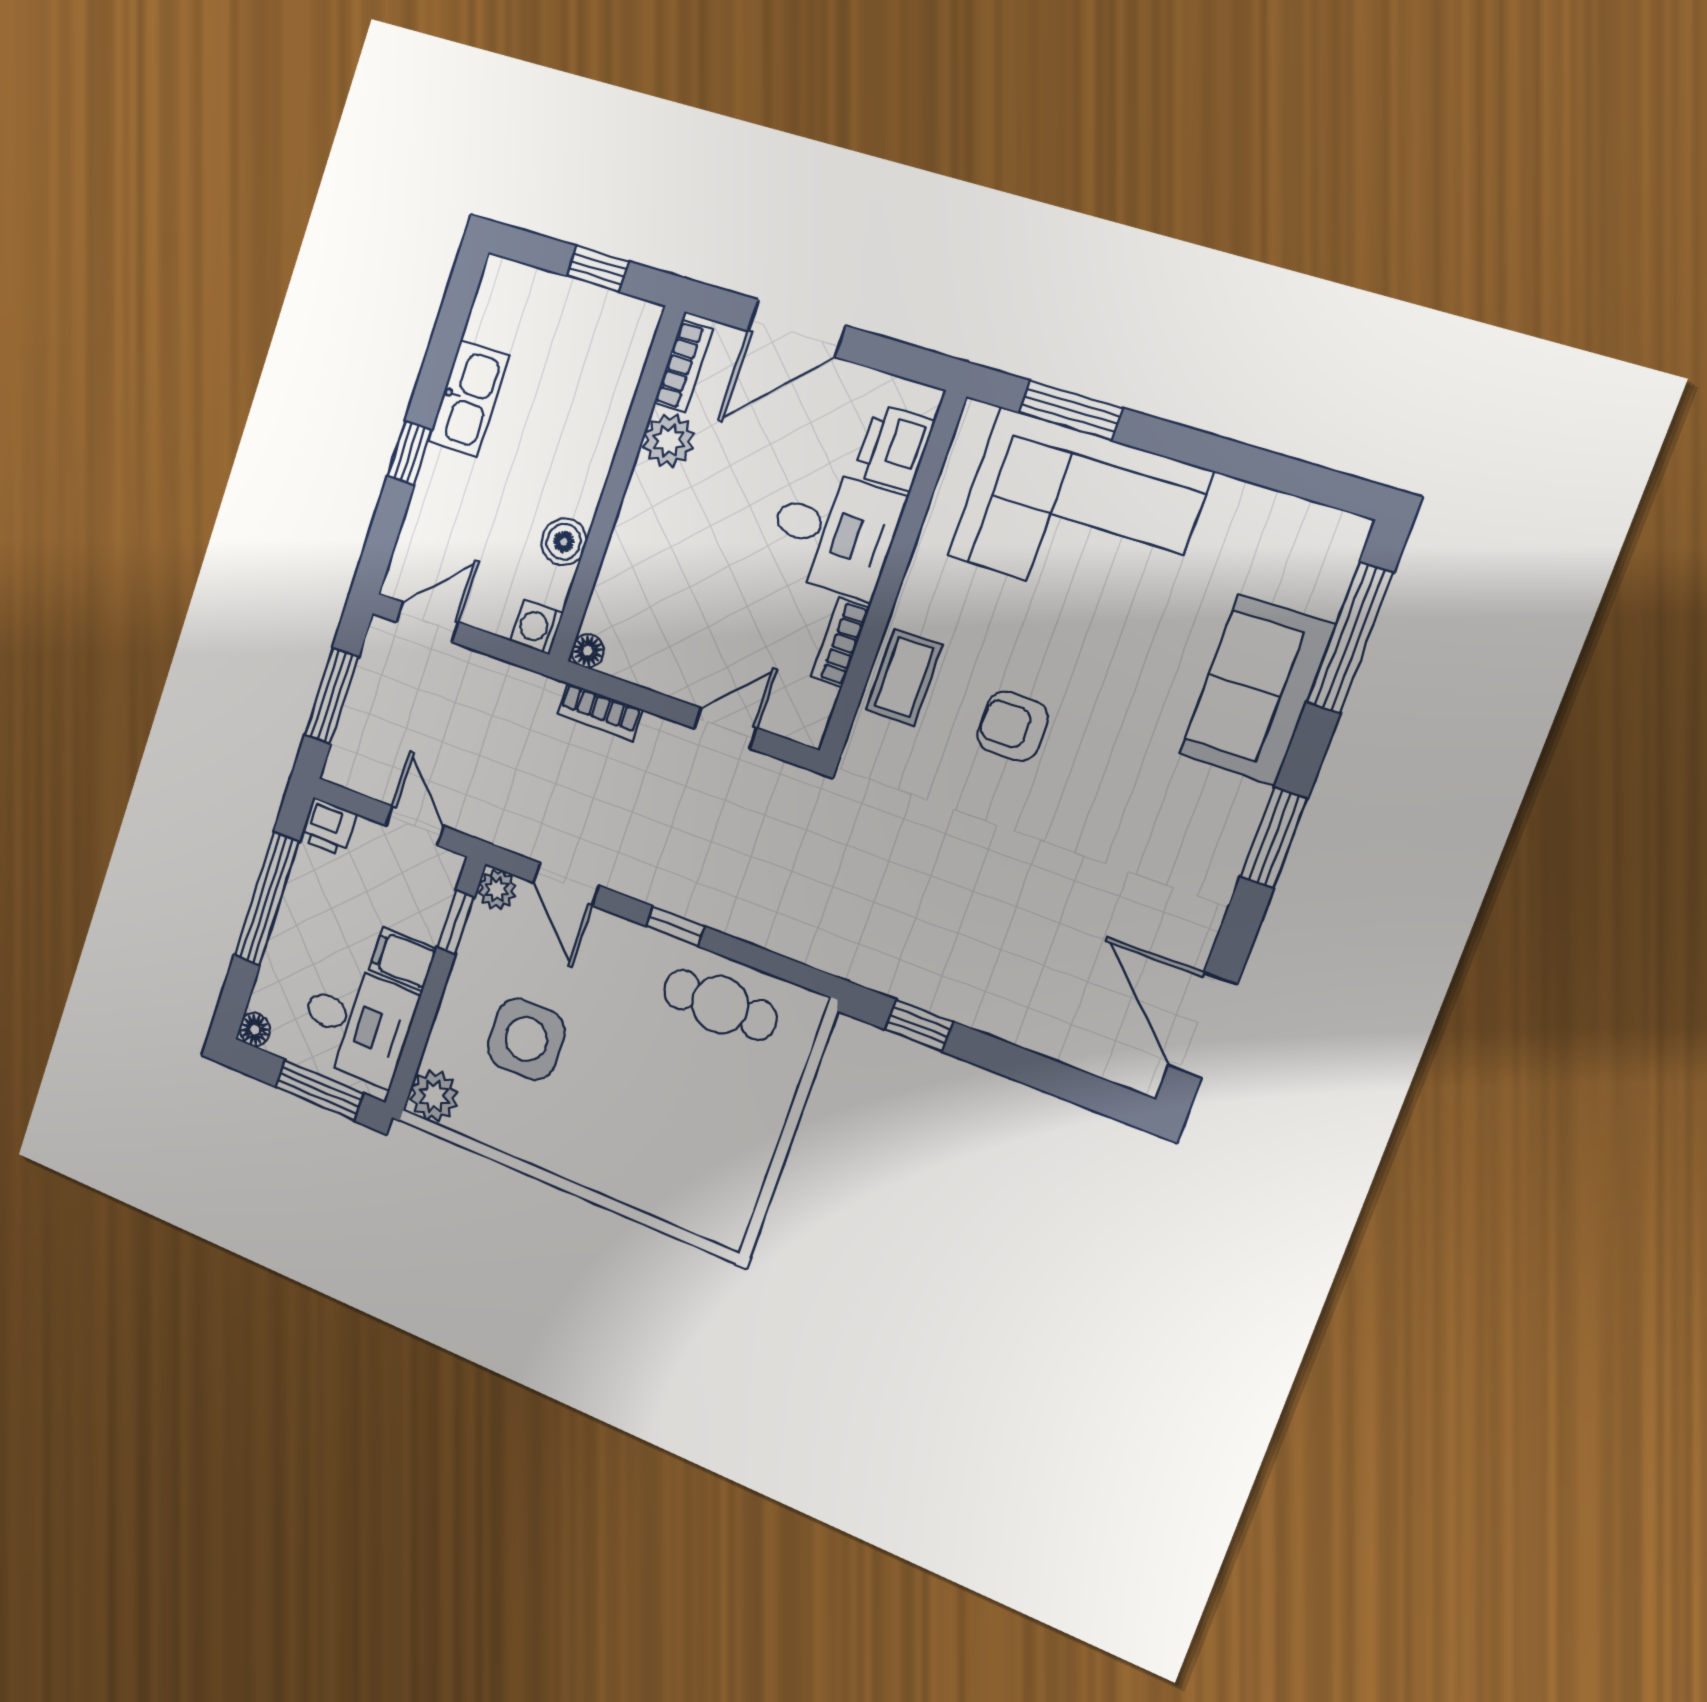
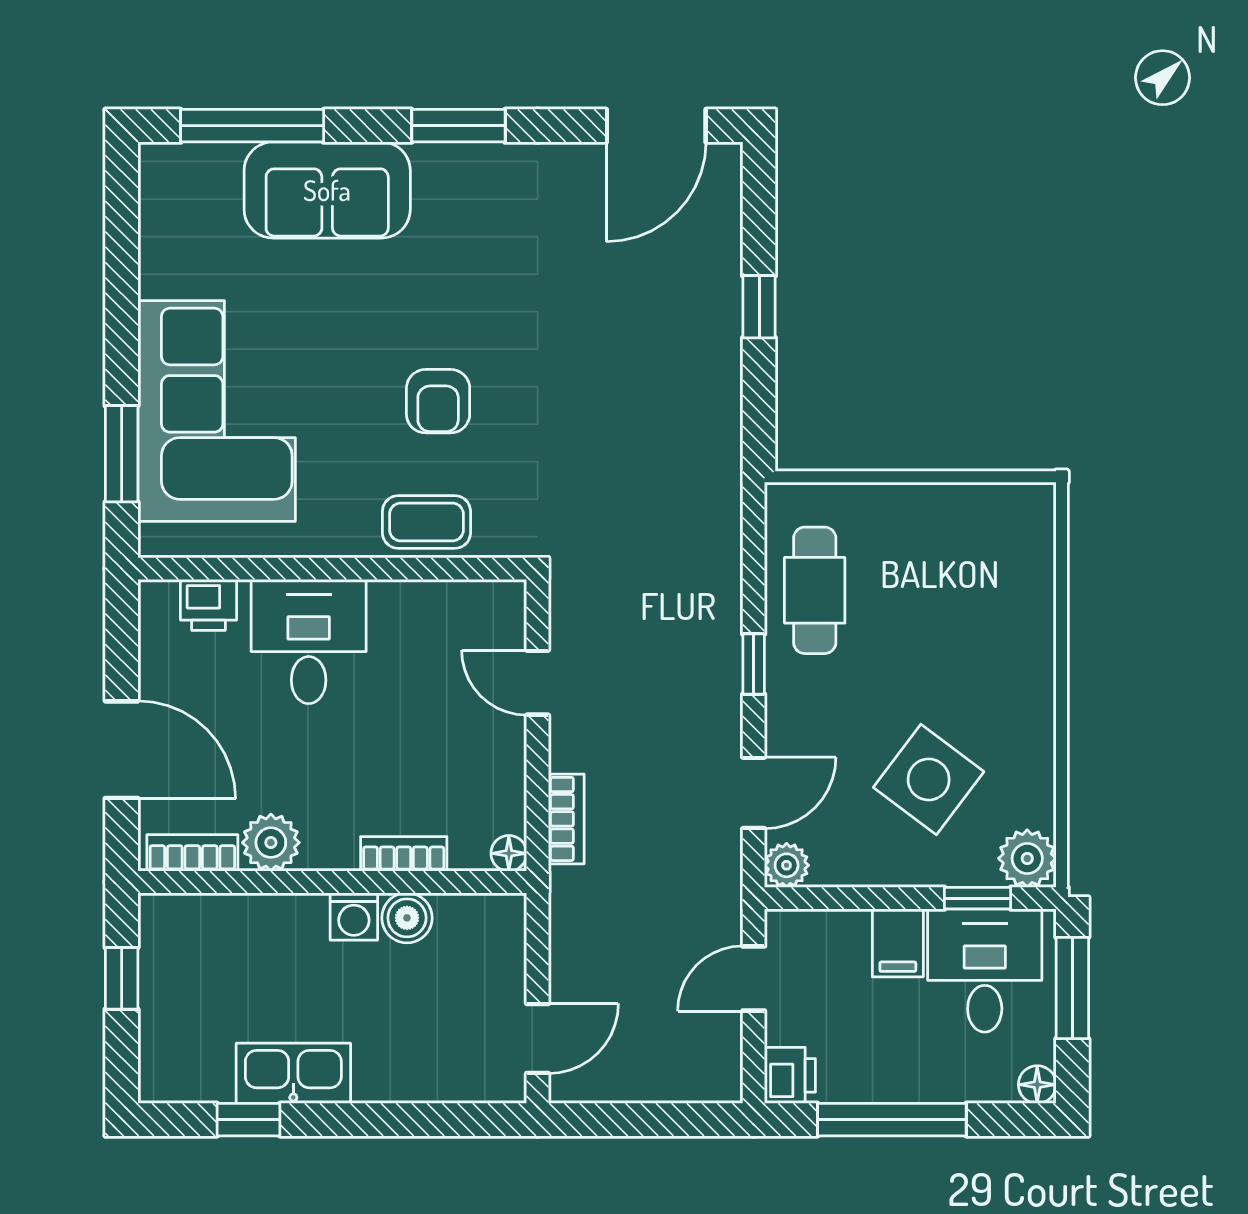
printer: (894, 448) -> (208, 605), width x0.73, depth x0.81
window: (410, 453) -> (248, 1120), moved
door: (427, 622) -> (538, 1039), swing flipped
washing machine: (537, 627) -> (354, 916), moved
bookcase: (840, 642) -> (404, 854), moved, turned 180
window: (332, 696) -> (651, 1120), removed
window: (456, 922) -> (978, 898), moved
window: (919, 1026) -> (759, 307), moved
side table: (526, 1039) -> (929, 779), turned 37

